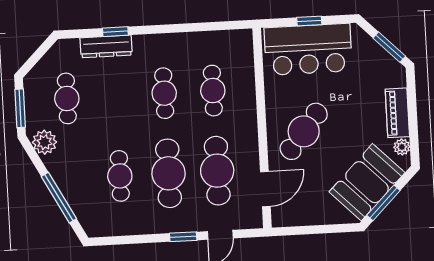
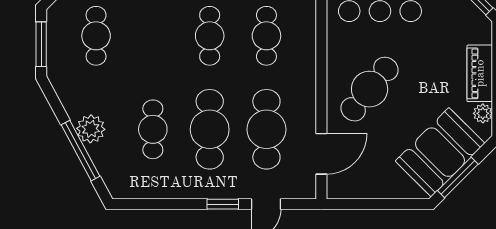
plant: (44, 142) -> (91, 129), moved

